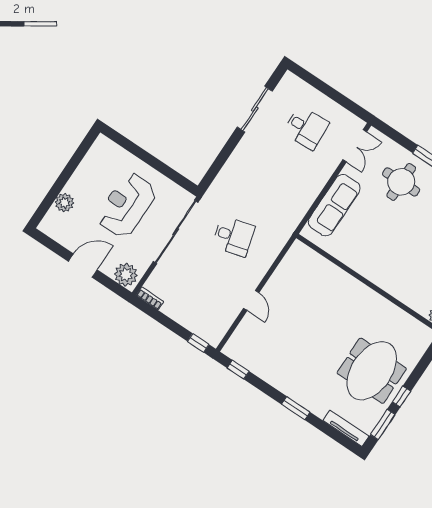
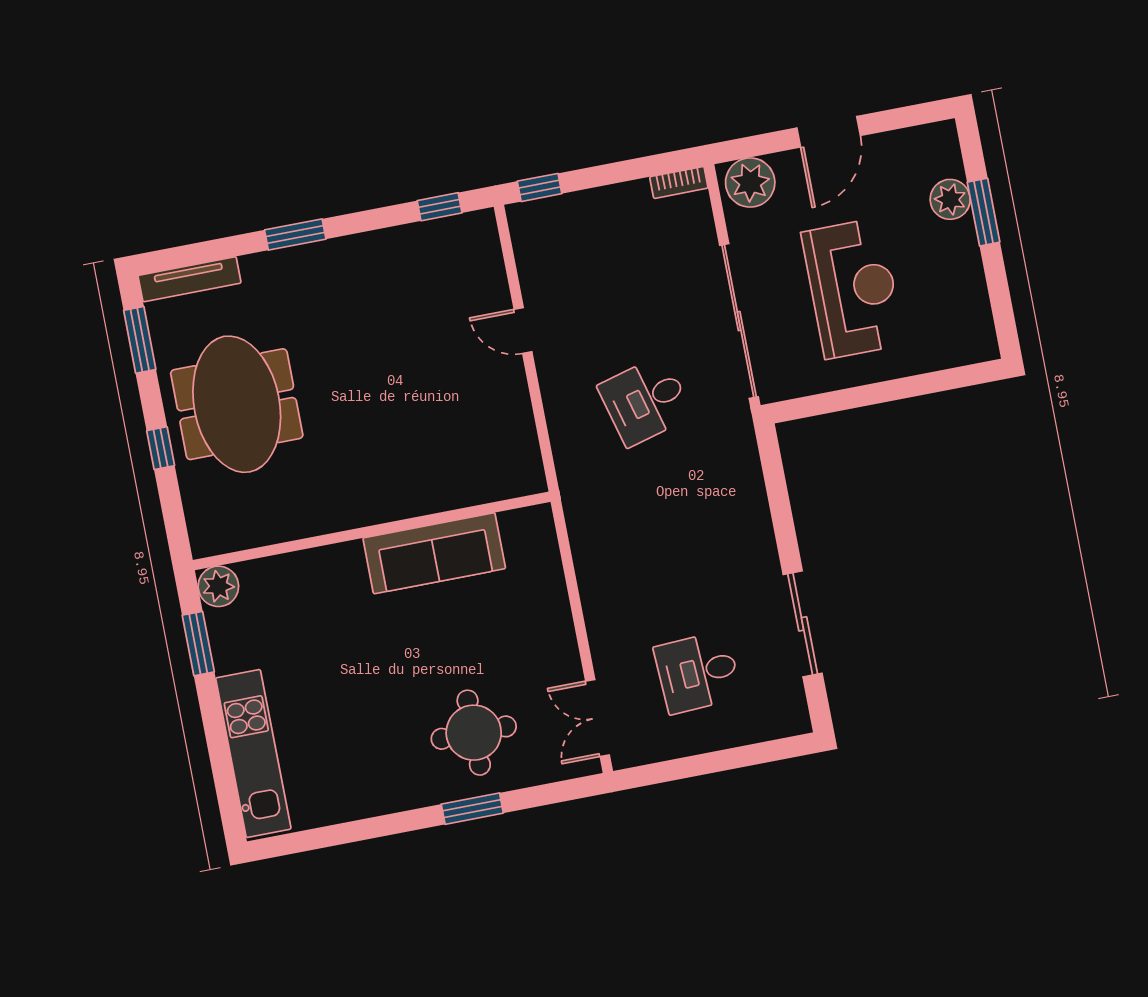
window: (57, 187) -> (984, 212), added
sofa: (334, 205) -> (434, 553), moved, turned -90
window: (402, 397) -> (161, 448), moved

